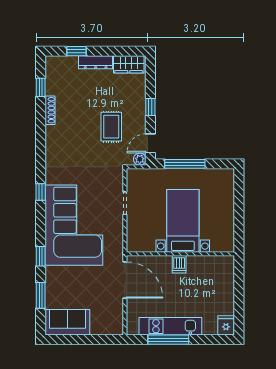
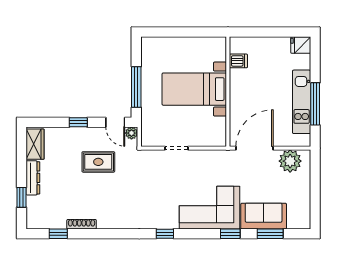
corner sofa: (74, 225) -> (210, 208), width x0.73, depth x0.74
dishwasher: (179, 264) -> (238, 61), moved
plant: (112, 315) -> (290, 161), added
sofa: (67, 322) -> (264, 216), moved, turned 90

